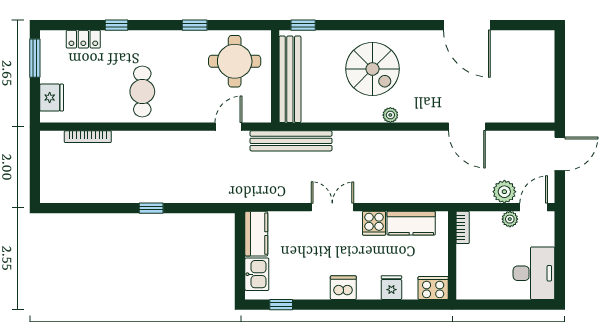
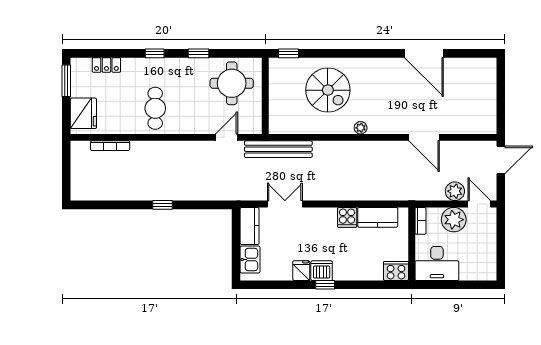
window: (116, 25) -> (155, 53), moved
spiral stairs: (372, 69) -> (328, 90), moved
bench: (290, 79) -> (277, 98), removed
fridge: (52, 98) -> (83, 113), width x1.36, depth x1.34
double door: (332, 207) -> (285, 204), moved
door: (534, 207) -> (479, 204), hinge flipped
plant: (510, 219) -> (454, 220), width x1.88, depth x1.88
desk: (534, 273) -> (437, 263), moved, turned 90
fridge: (391, 288) -> (301, 271), moved
window: (281, 305) -> (325, 285), moved

